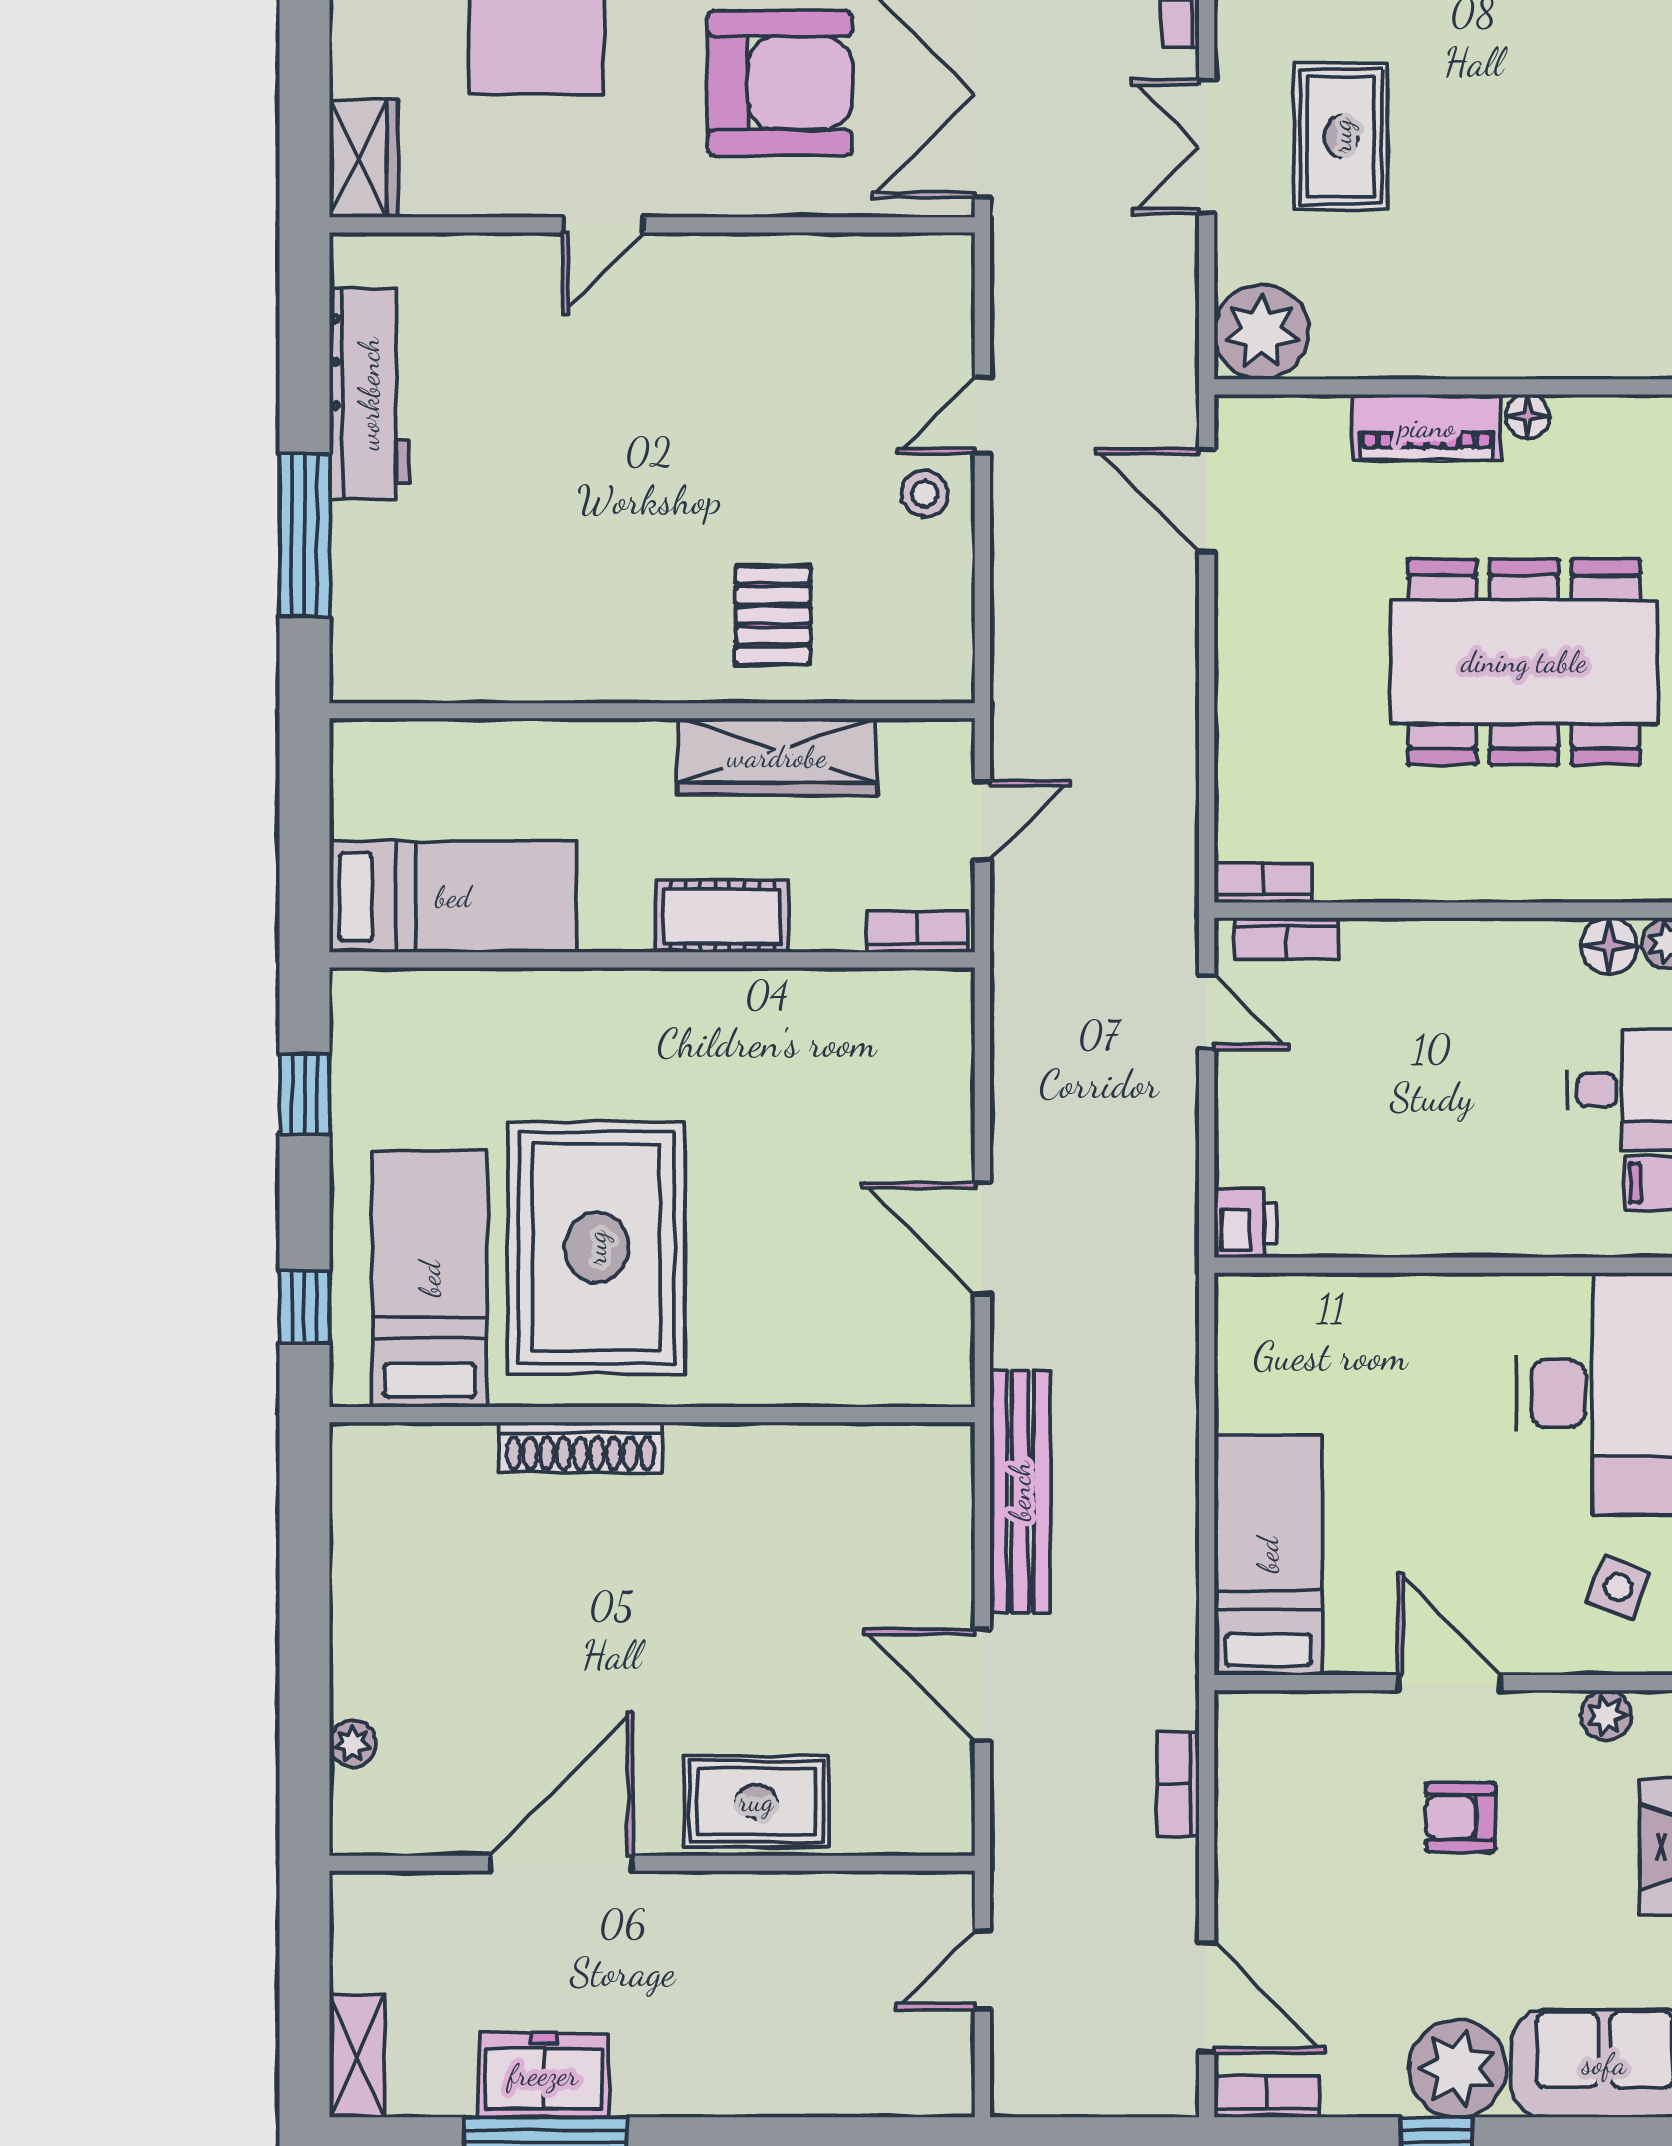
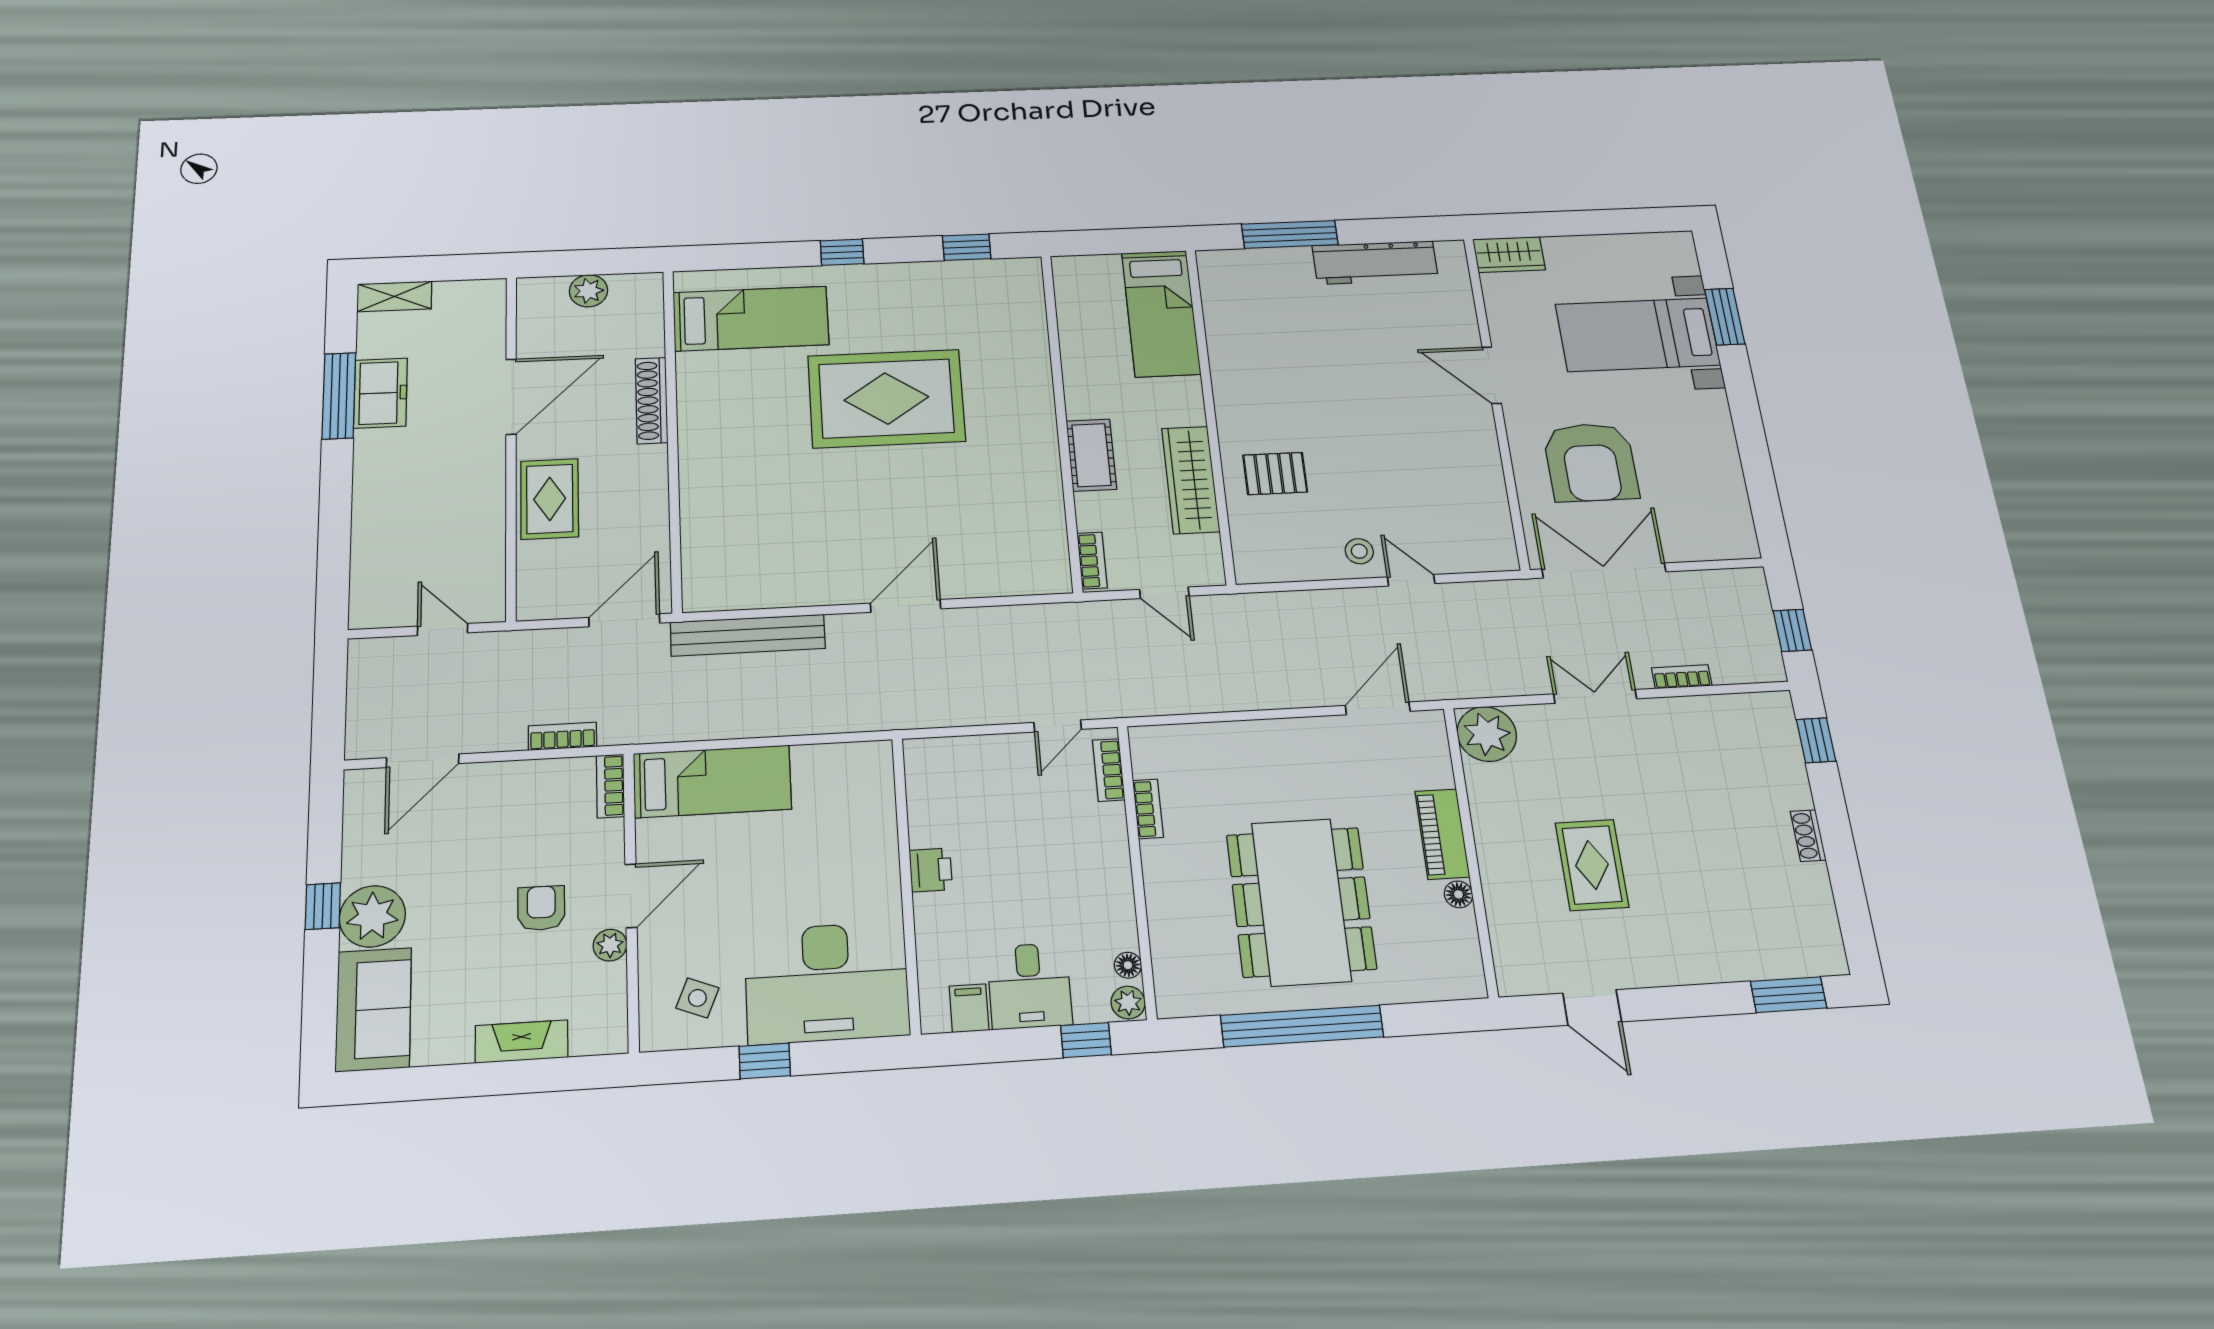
rug: (1341, 136) -> (1592, 865), moved, turned 90
door: (603, 225) -> (1492, 375), width x1.38
bookcase: (1263, 883) -> (1148, 809), moved
bed: (453, 897) -> (1161, 313), moved
floor lamp: (1609, 946) -> (1128, 965), width x0.73, depth x0.73
printer: (1245, 1223) -> (931, 870), moved, turned -90
bed: (430, 1279) -> (751, 319), moved
wall: (652, 1415) -> (672, 437), moved
shoe rack: (580, 1447) -> (652, 400), moved
plant: (1606, 1715) -> (610, 945), moved
plant: (353, 1744) -> (588, 291), width x1.38, depth x1.38
door: (561, 1863) -> (511, 397), hinge flipped
bookcase: (1266, 2096) -> (610, 786), moved, turned 180

